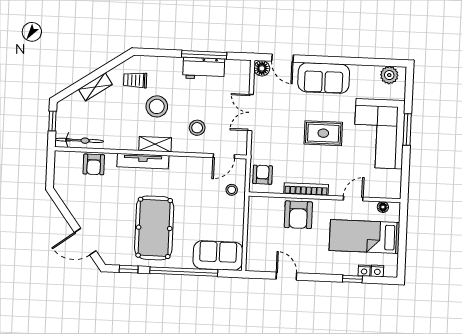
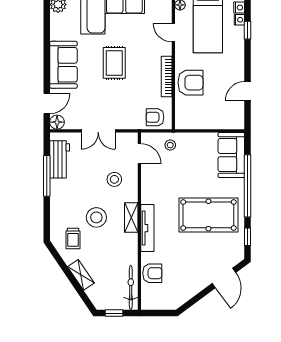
workbench: (204, 69) -> (60, 159), moved

